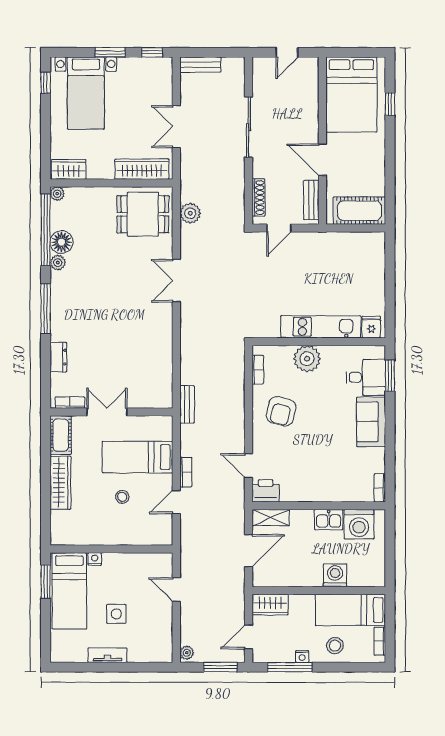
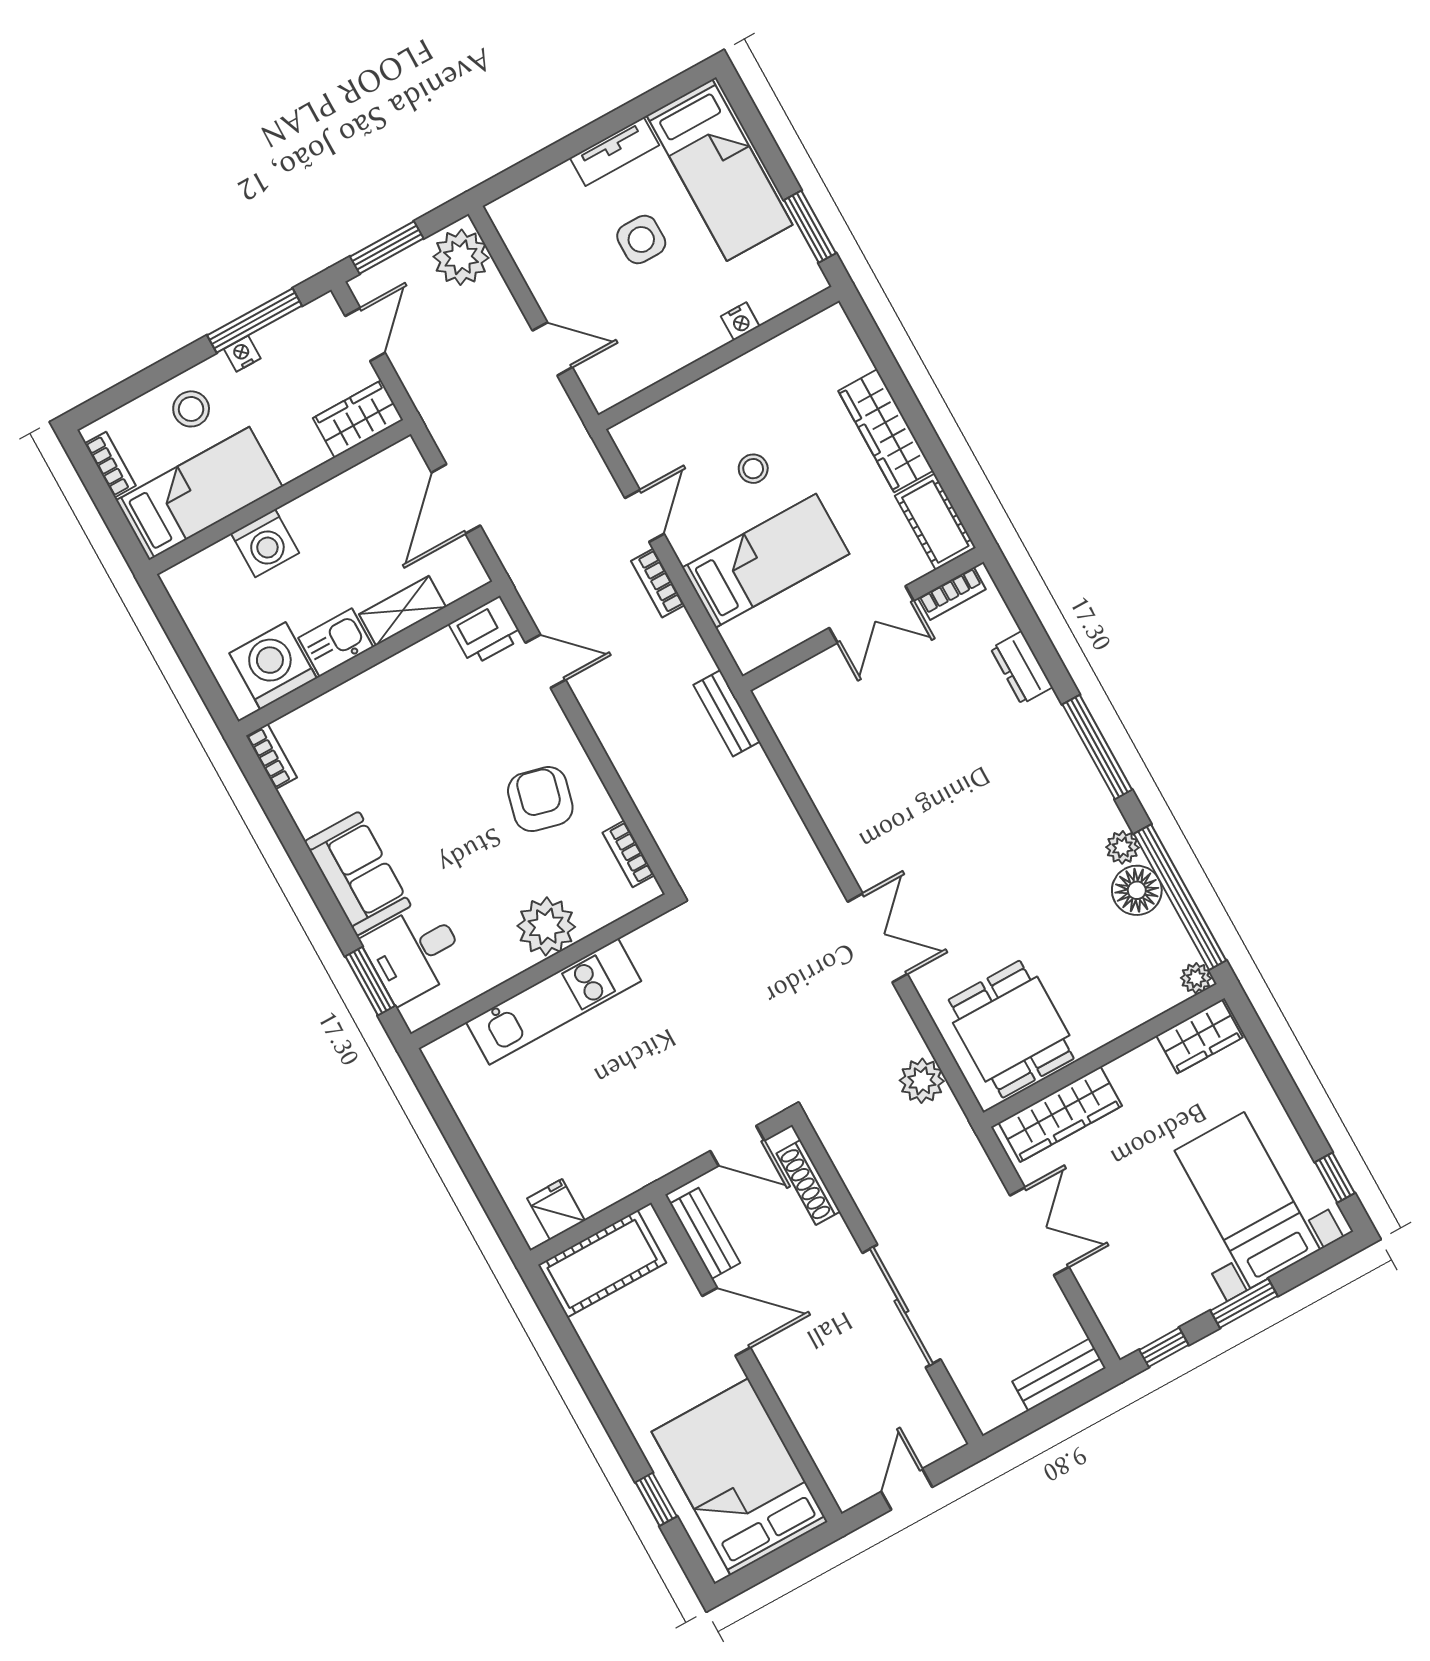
dining table: (143, 214) -> (1011, 1029), turned 90
door: (279, 228) -> (737, 1146), swing flipped
fridge: (371, 327) -> (556, 1210), moved, turned 180
shelving: (271, 518) -> (402, 611), moved
bed: (69, 591) -> (720, 170), moved, turned 180
plant: (187, 653) -> (461, 257), width x1.88, depth x1.88

